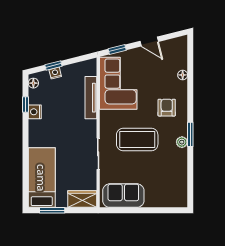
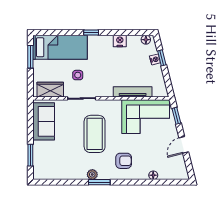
window: (26, 104) -> (91, 33), moved
side table: (72, 158) -> (78, 75), added
wardrobe: (82, 199) -> (50, 90), moved, turned -90
window: (160, 210) -> (30, 155), added

